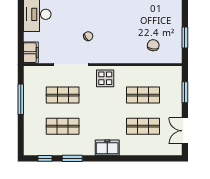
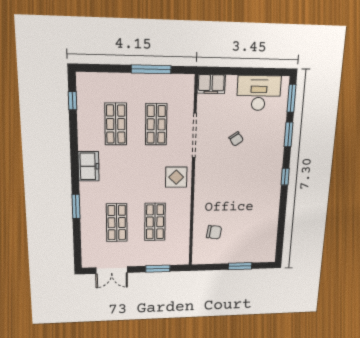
chair: (88, 36) -> (236, 139), moved
window: (185, 38) -> (240, 266), moved
double door: (185, 131) -> (112, 270), swing flipped
freezer: (107, 148) -> (89, 166), moved
window: (72, 158) -> (76, 206), moved

